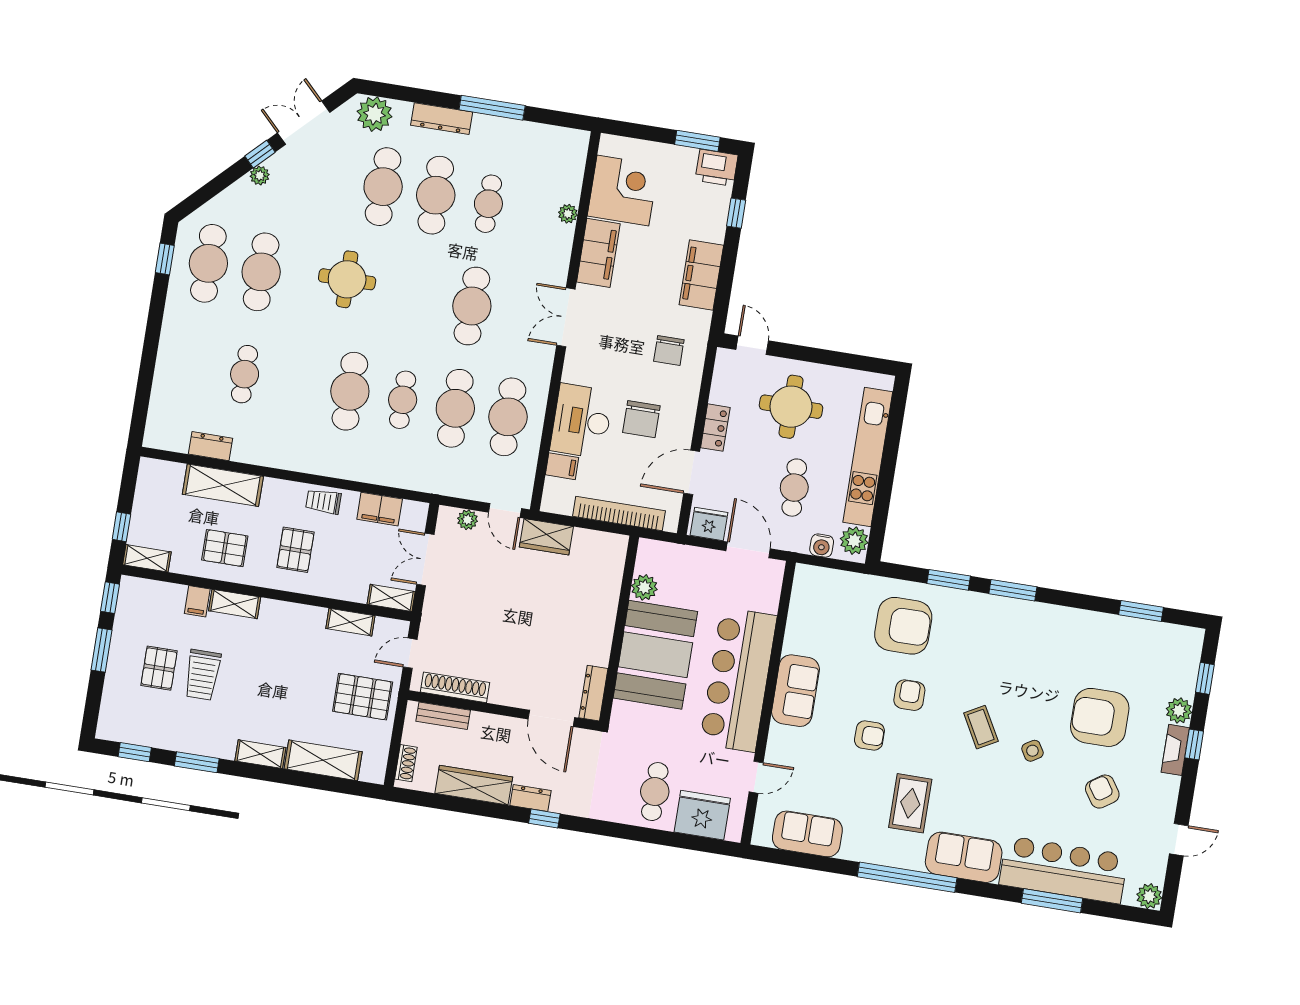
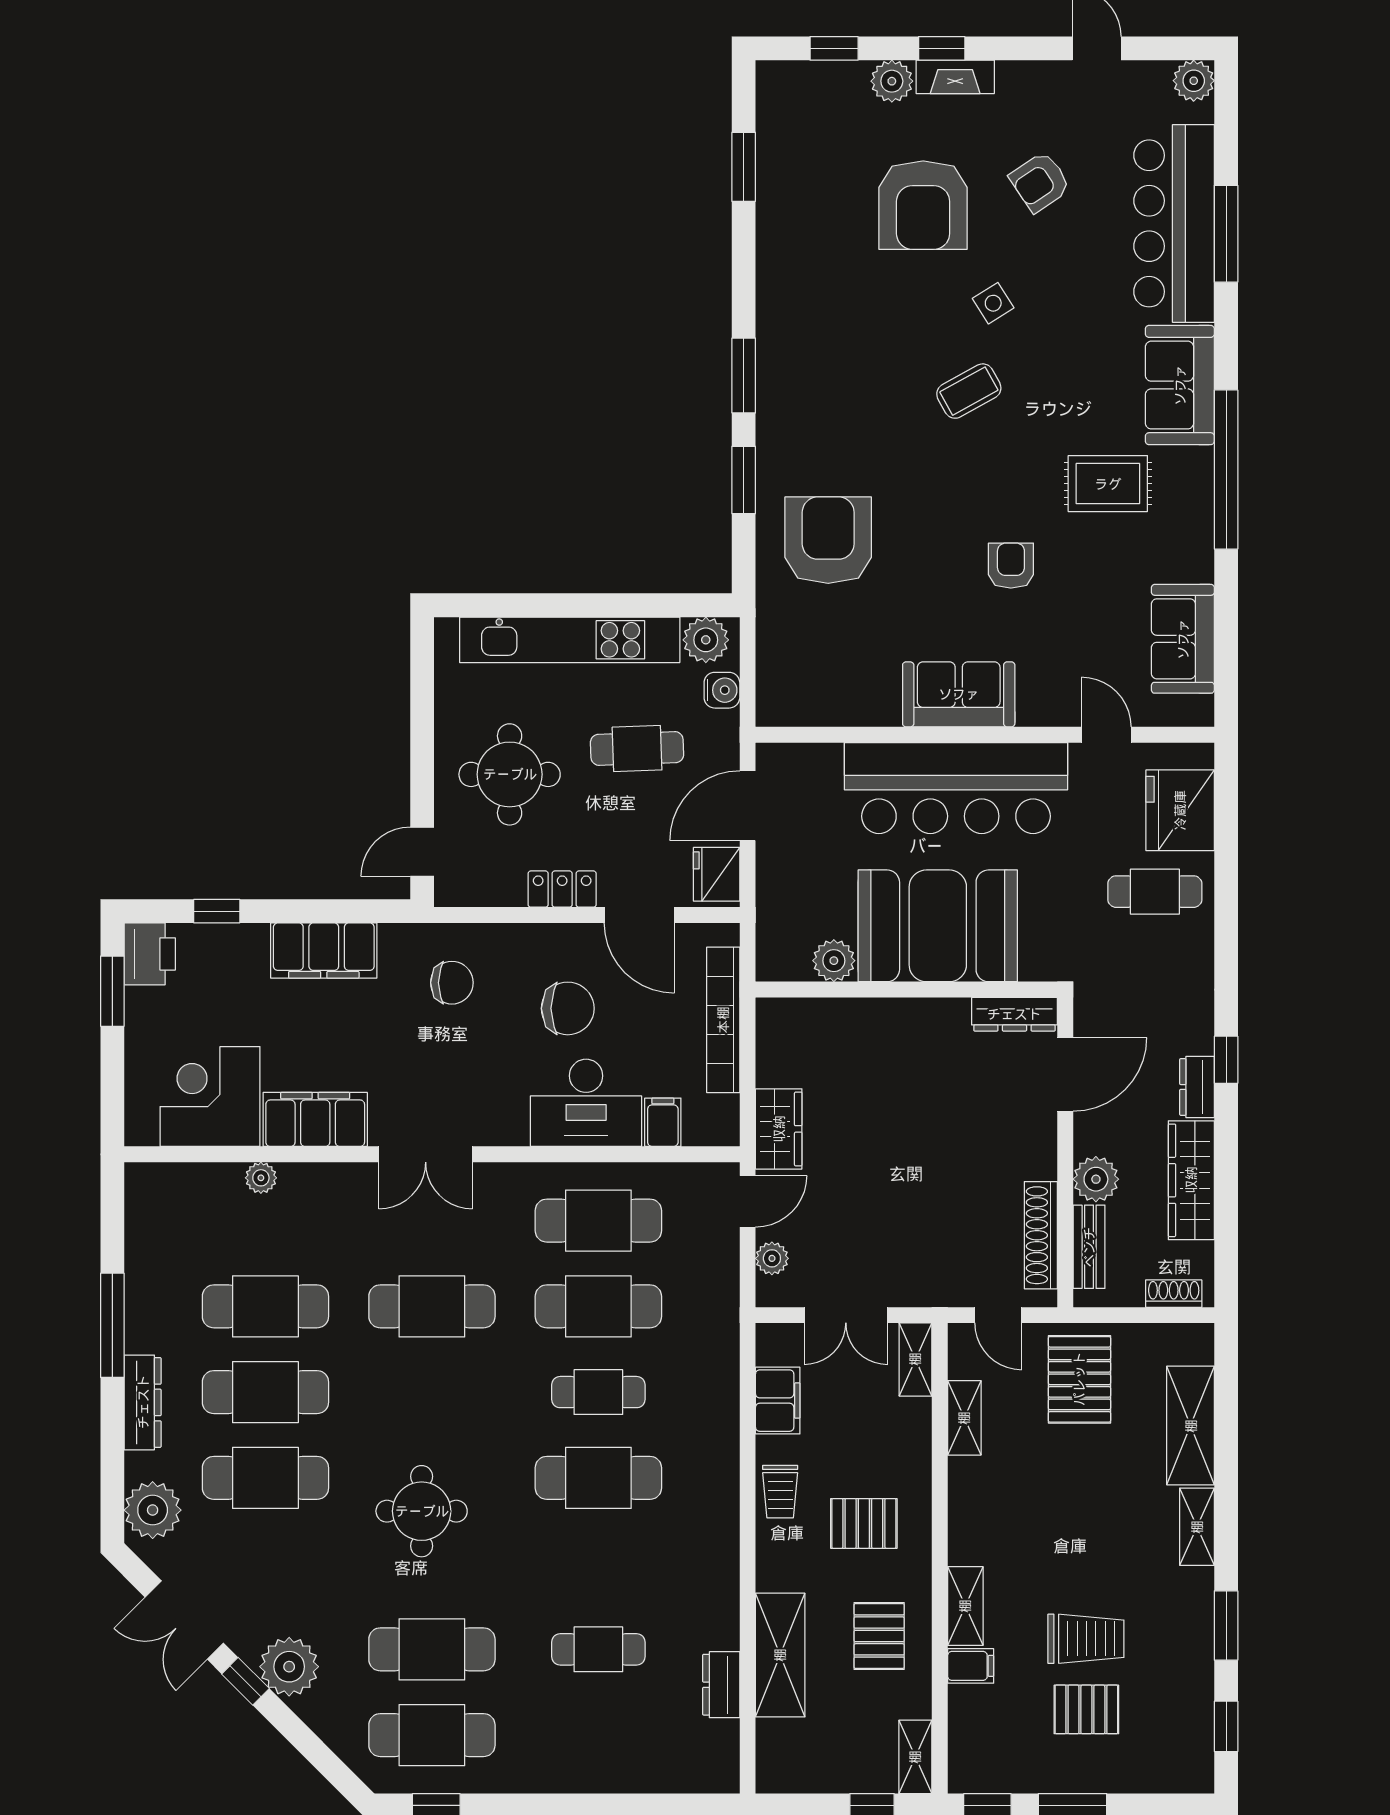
plant: (260, 175) -> (289, 1667), width x1.87, depth x1.87
cafe table: (488, 204) -> (265, 1306), width x1.37, depth x1.35
armchair: (909, 695) -> (937, 513), removed
plant: (484, 727) -> (1096, 1179), added

